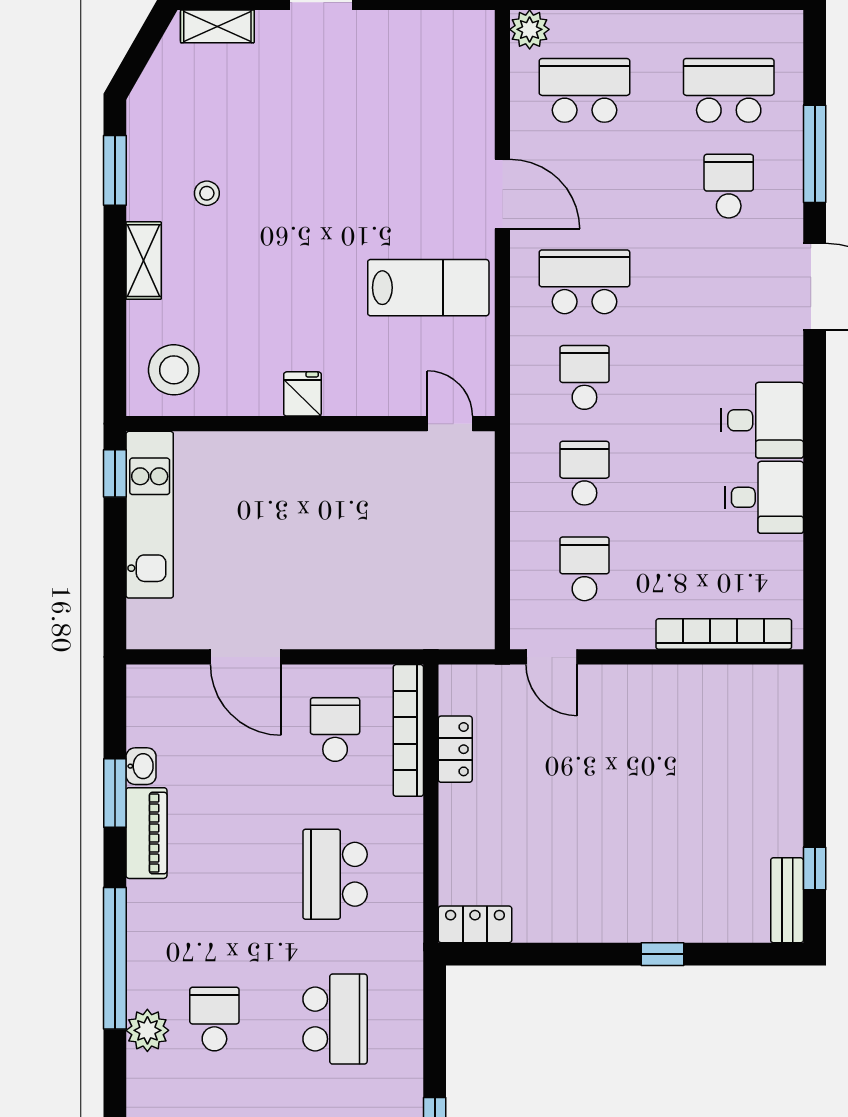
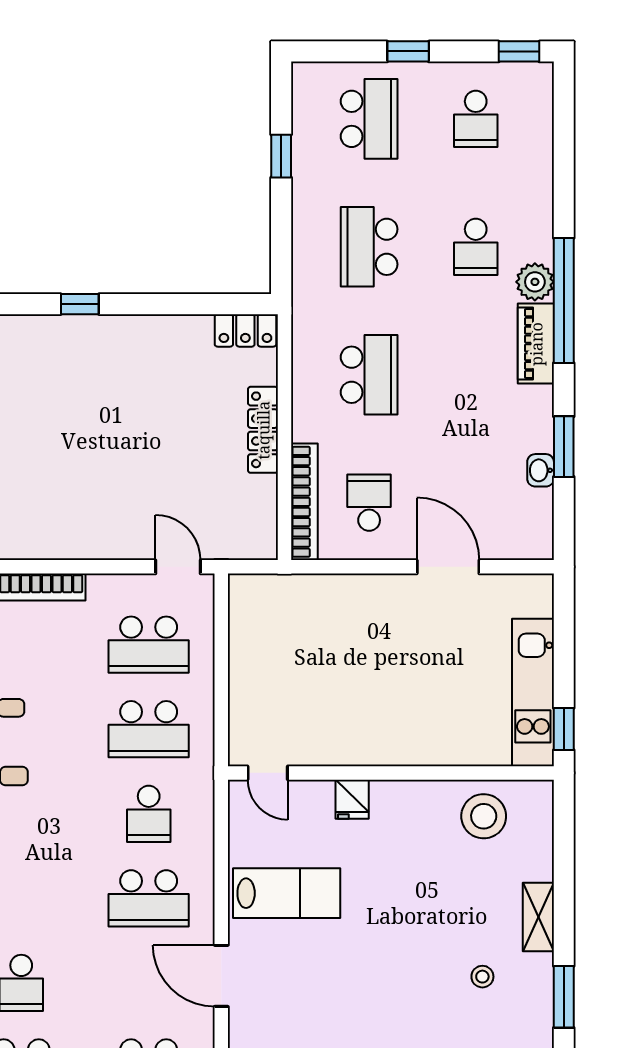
lab bench: (428, 288) -> (287, 893), turned 180
stool: (174, 370) -> (484, 816), moved
fridge: (302, 394) -> (352, 799), moved
school desk: (584, 473) -> (149, 729), width x1.85
school desk: (584, 569) -> (149, 645), width x1.85
school desk: (335, 729) -> (369, 503), turned 180
locker: (455, 749) -> (263, 430), moved, width x1.53
piano: (146, 833) -> (536, 344), moved
plant: (147, 1030) -> (535, 282), moved

